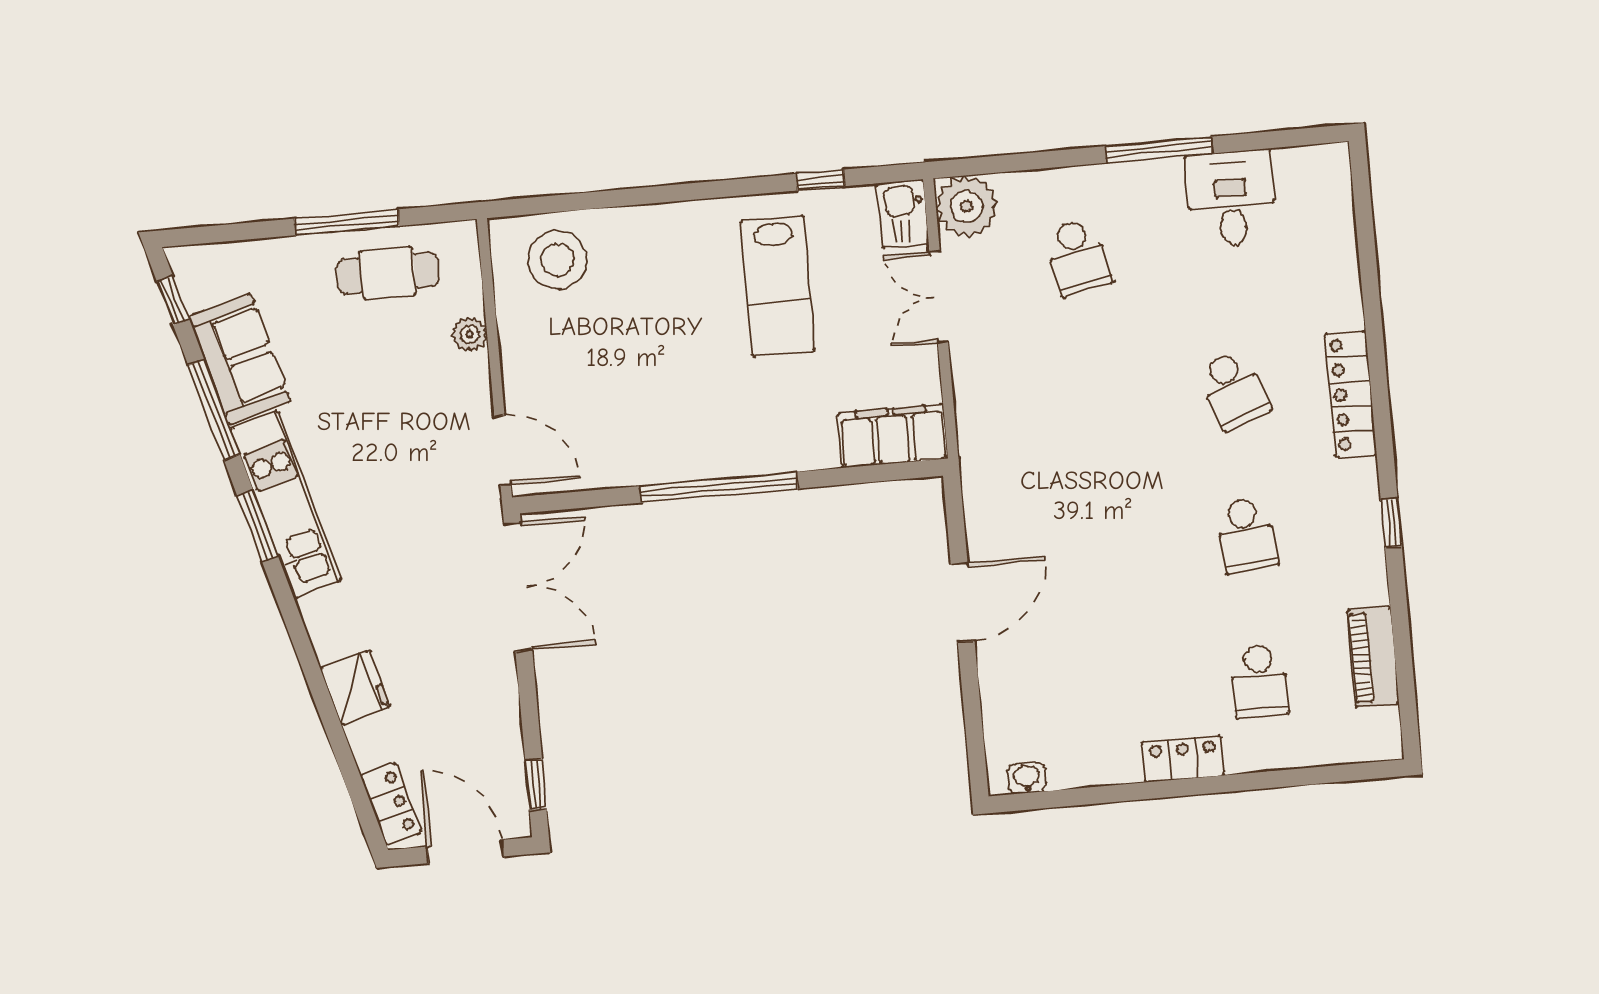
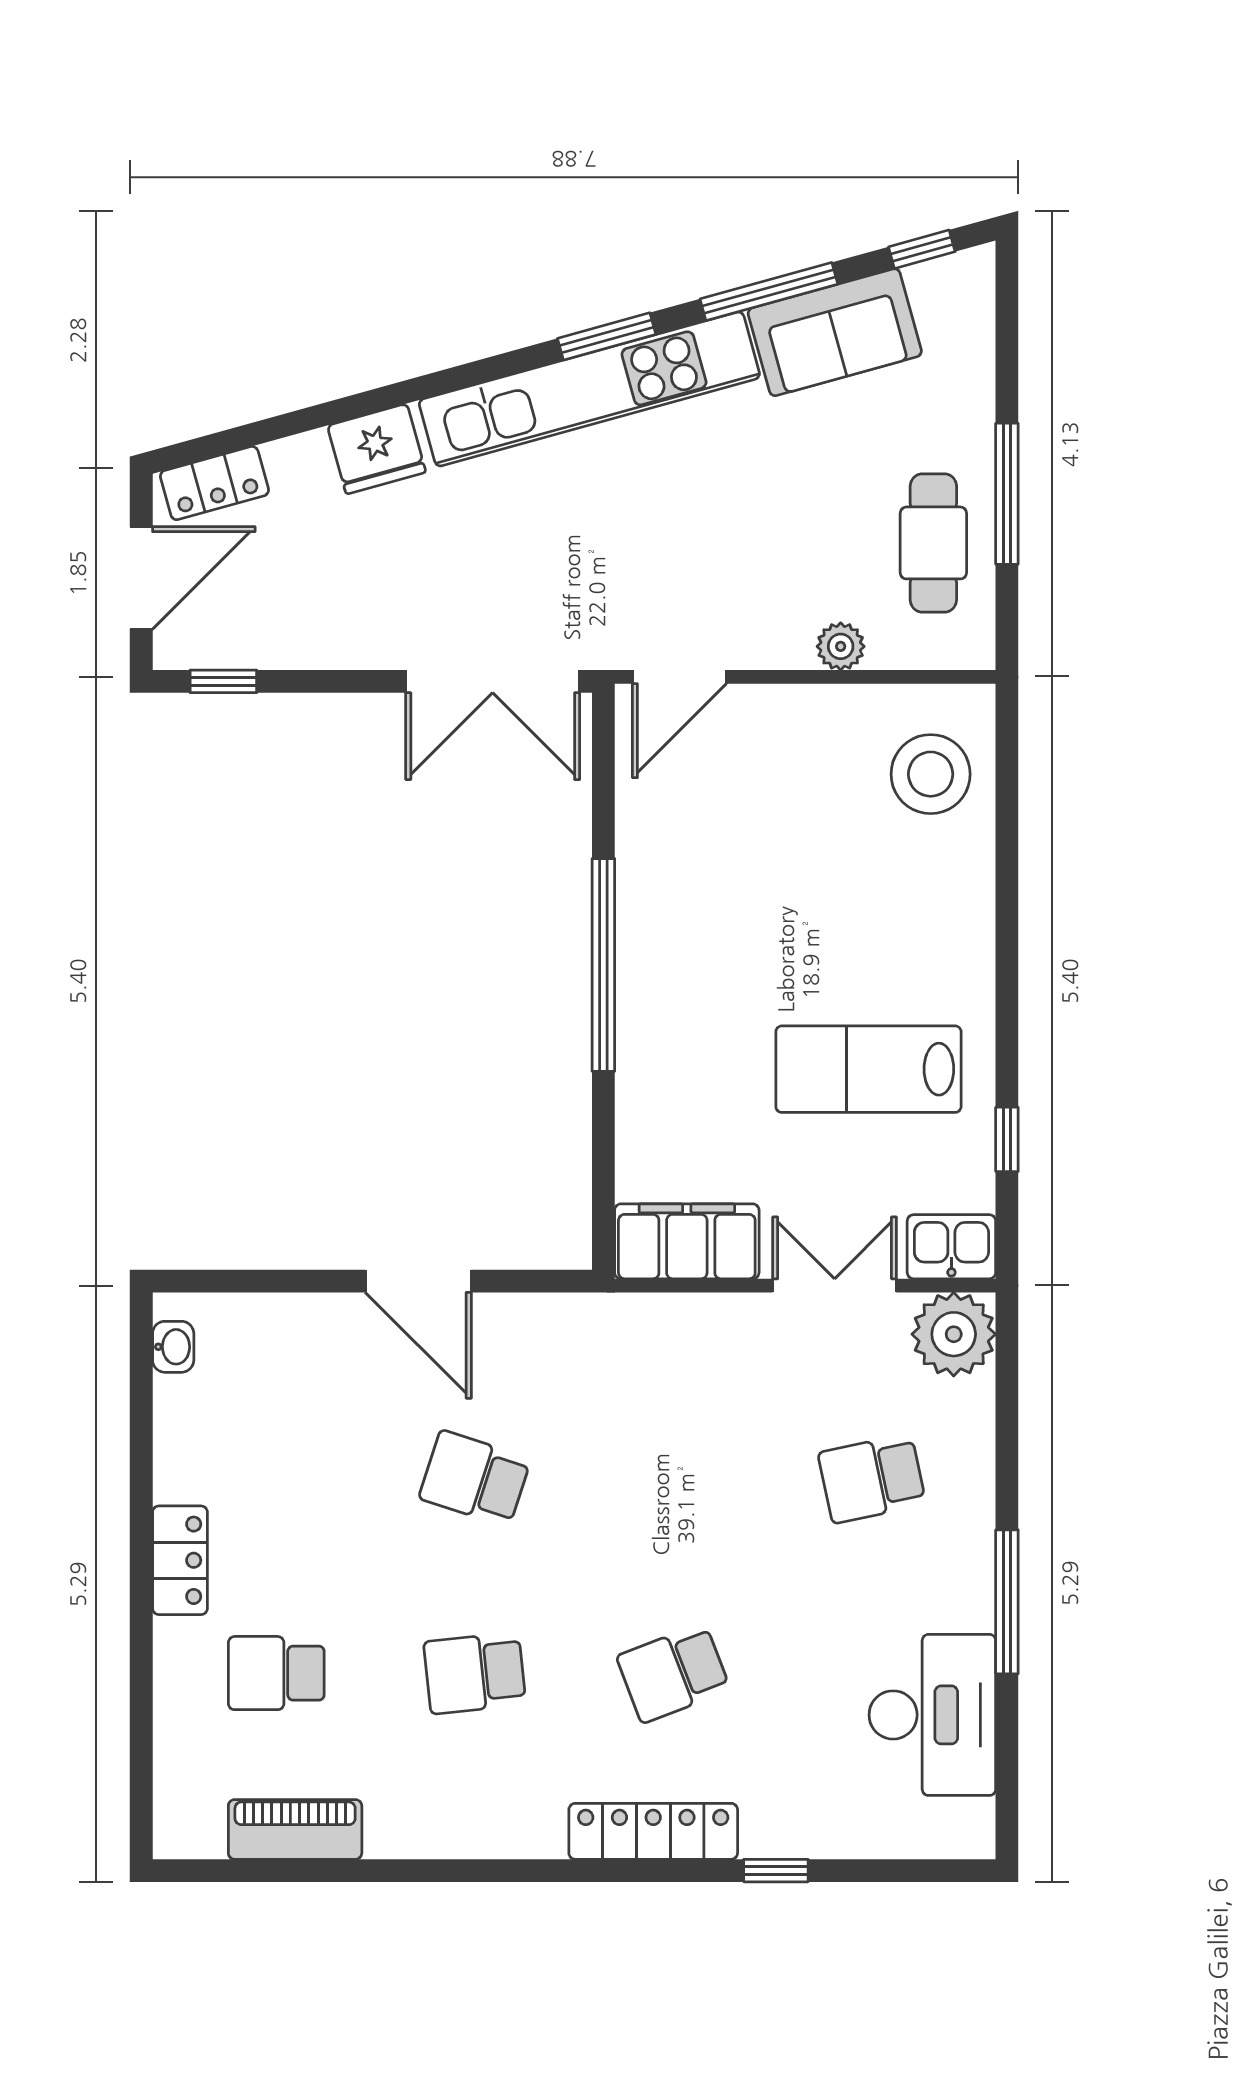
desk: (1231, 198) -> (932, 1715), width x1.37
filing cabinet: (893, 436) -> (687, 1241), moved, turned -90
kitchen unit: (286, 504) -> (589, 389), width x1.36
window: (1391, 523) -> (776, 1871), moved
school desk: (1104, 548) -> (475, 1478), added

